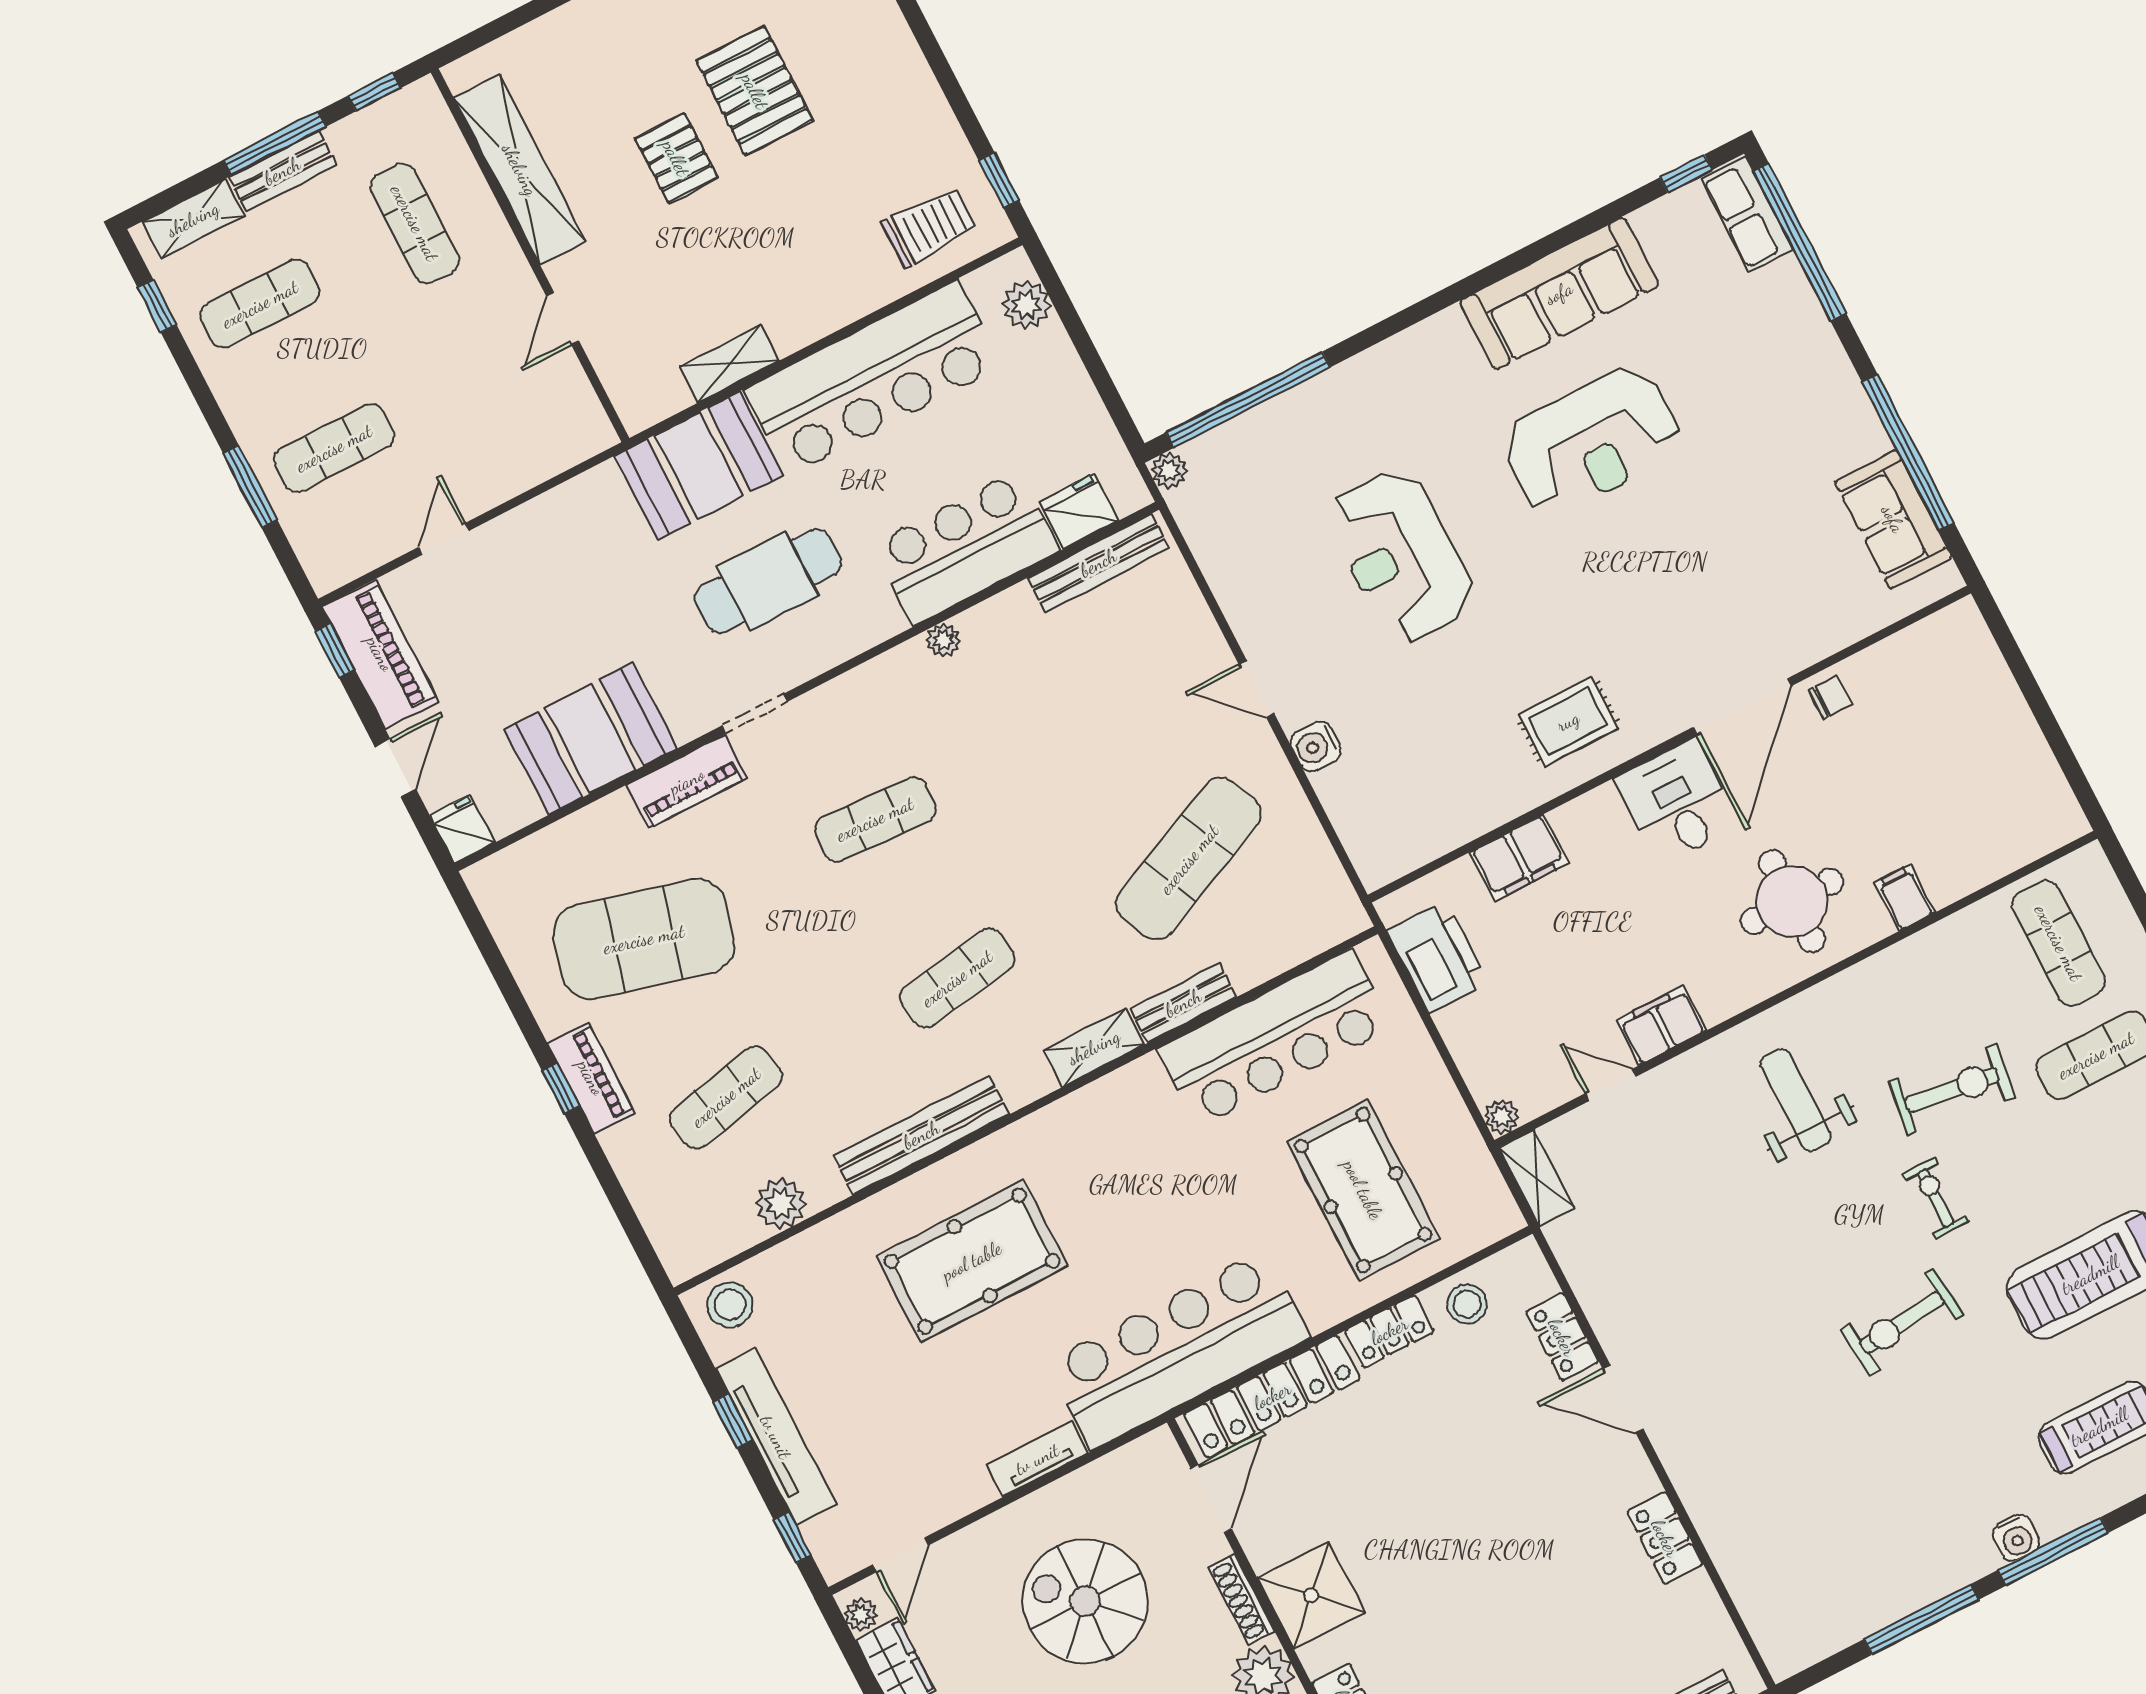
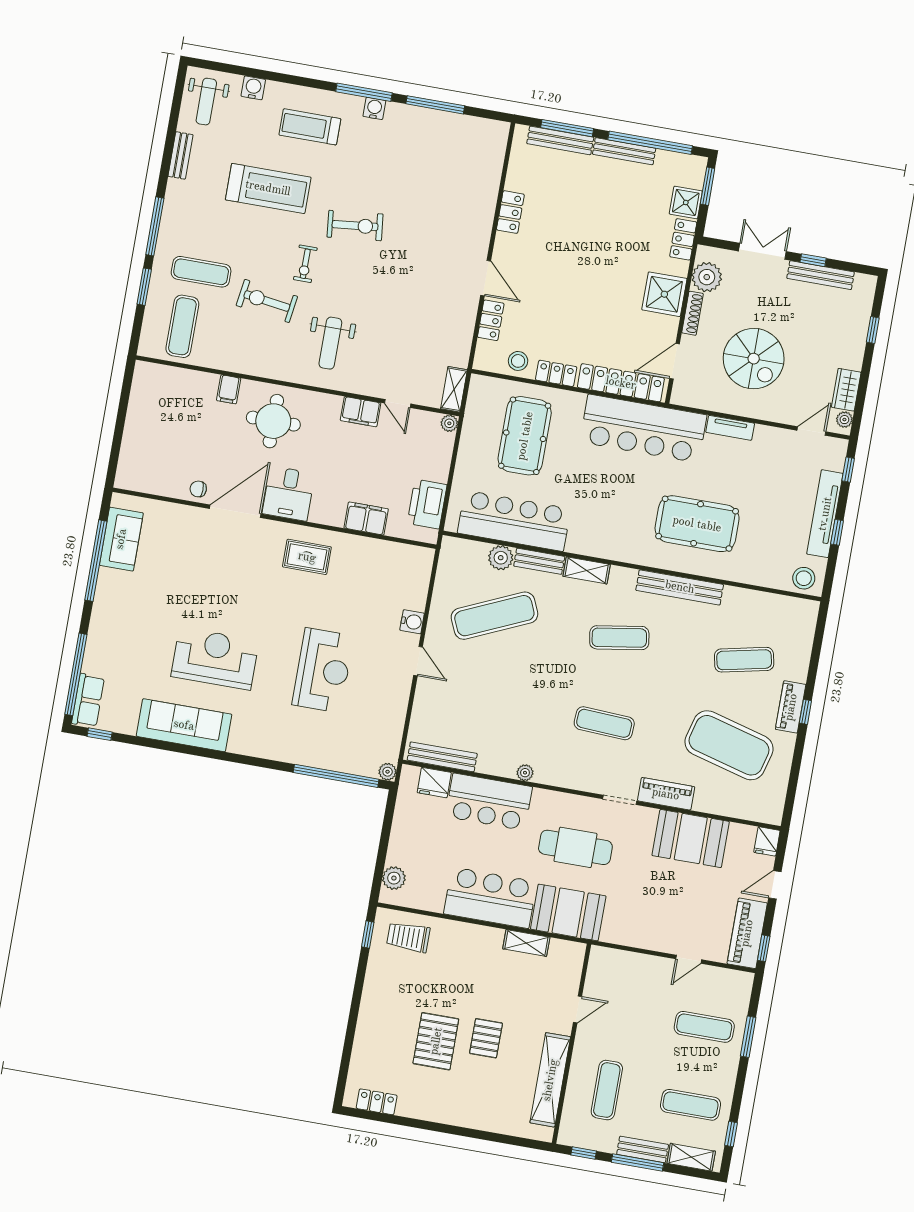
bar counter: (873, 378) -> (490, 898), width x0.73
plant: (781, 1204) -> (501, 558), moved

